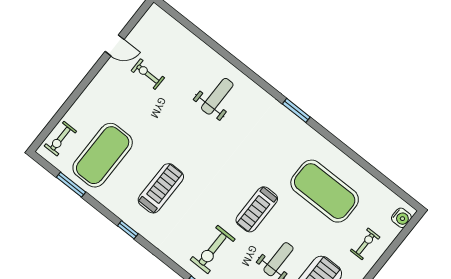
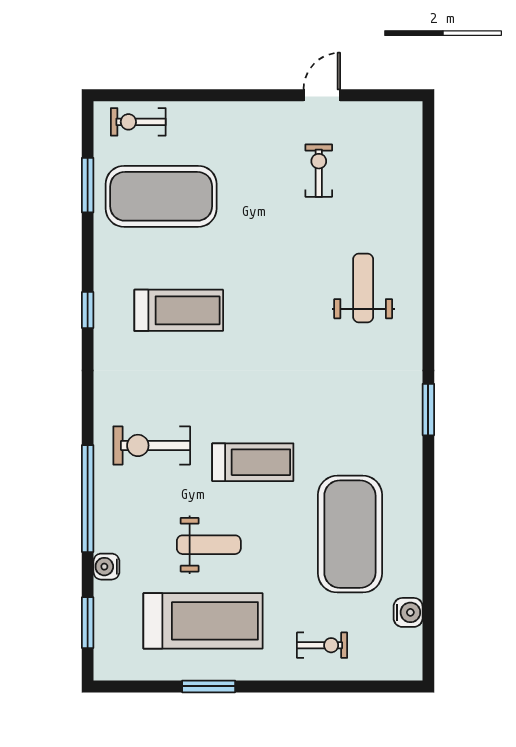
door: (115, 45) -> (322, 95), swing flipped
weight bench: (217, 96) -> (363, 288), turned -90
treadmill: (257, 209) -> (253, 462), turned 180
water cooler: (401, 218) -> (408, 612), moved, turned -90

